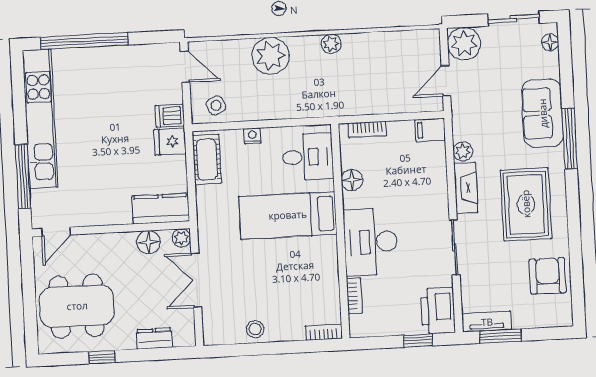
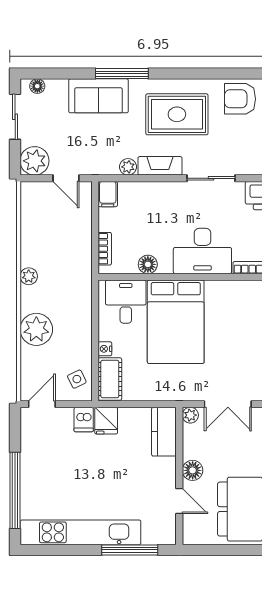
cot: (207, 159) -> (110, 379), moved, turned 90
bed: (288, 215) -> (176, 322), width x1.50
door: (56, 232) -> (179, 501), moved
floor lamp: (148, 242) -> (193, 470), moved

